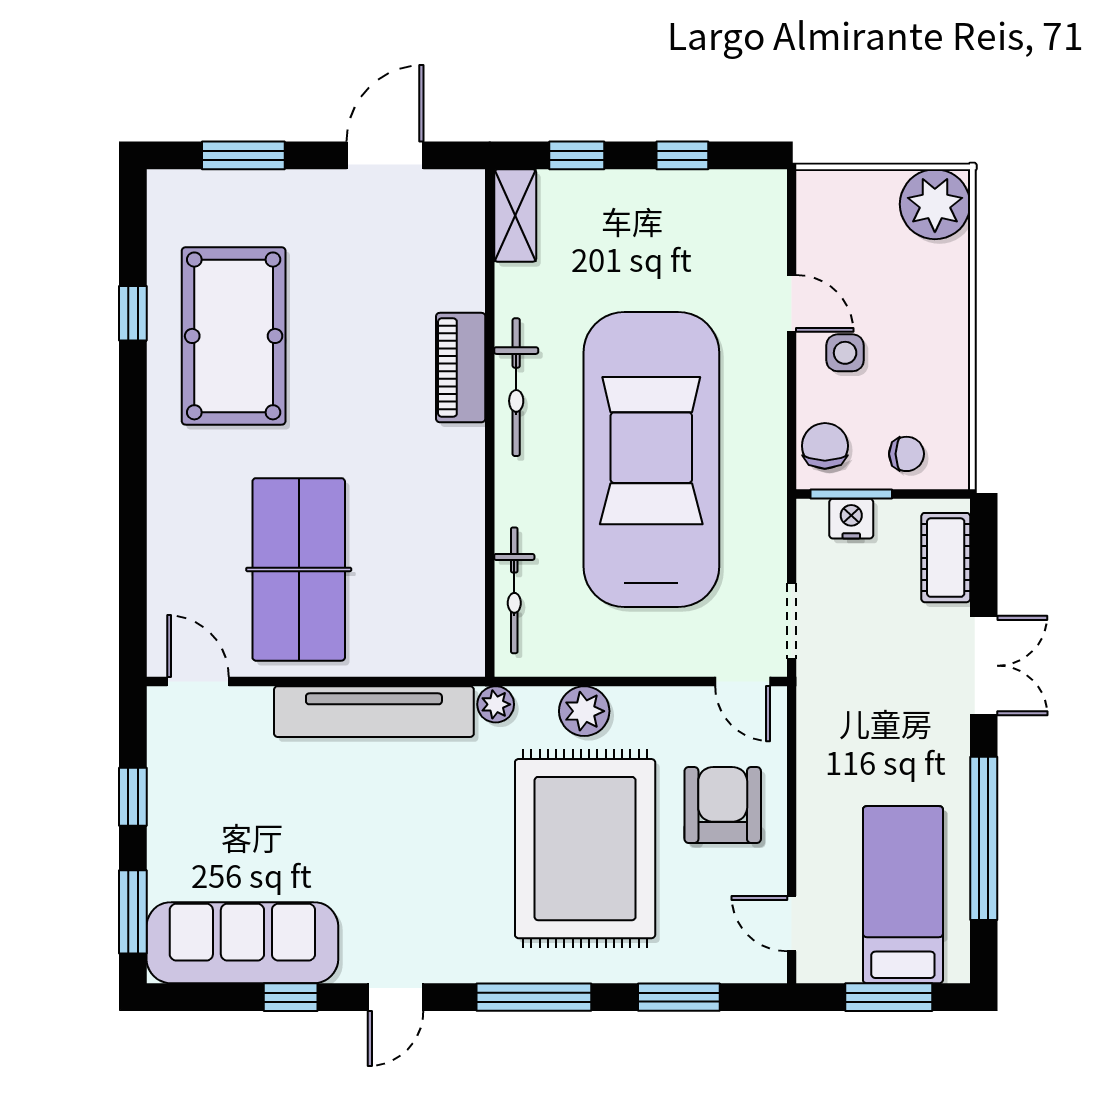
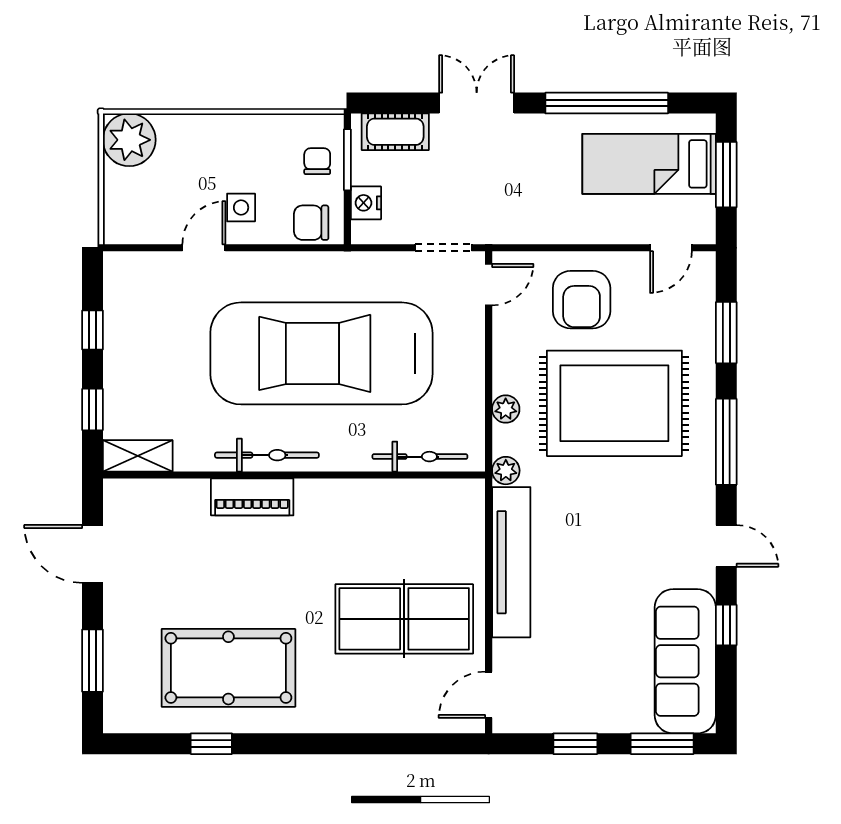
window: (851, 494) -> (347, 160), moved
plant: (584, 711) -> (506, 409), width x0.73, depth x0.73
armchair: (723, 805) -> (582, 300), turned -90

